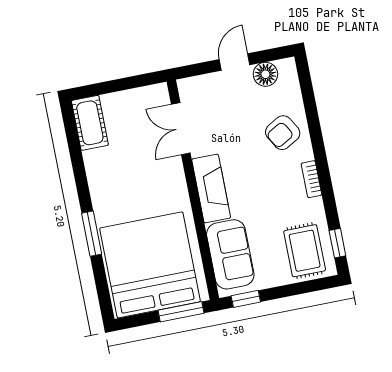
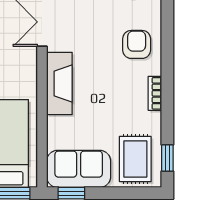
armchair: (283, 133) -> (137, 44), turned 120
sofa: (230, 254) -> (79, 169), moved, turned -90

